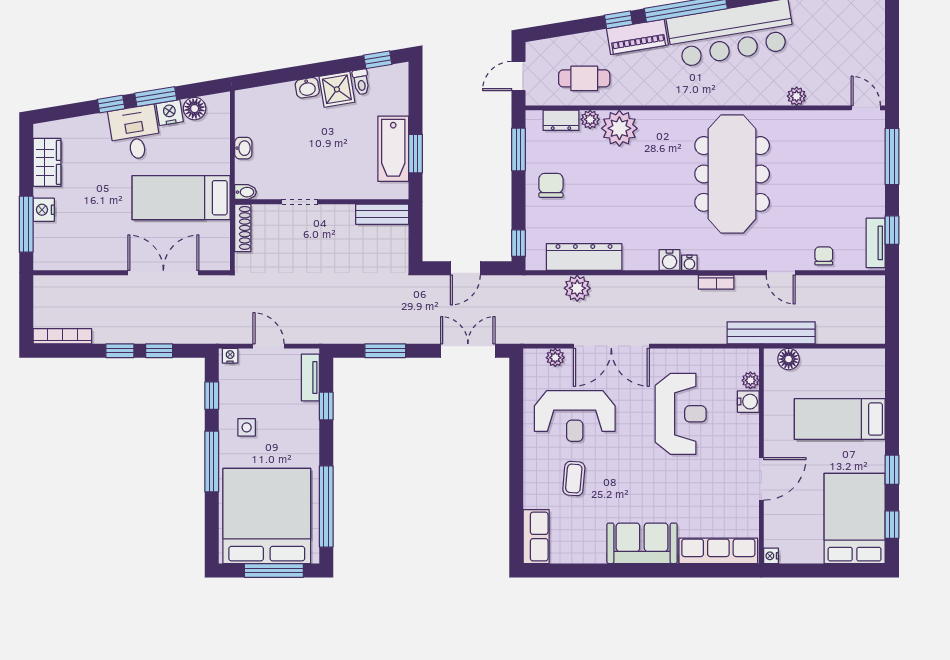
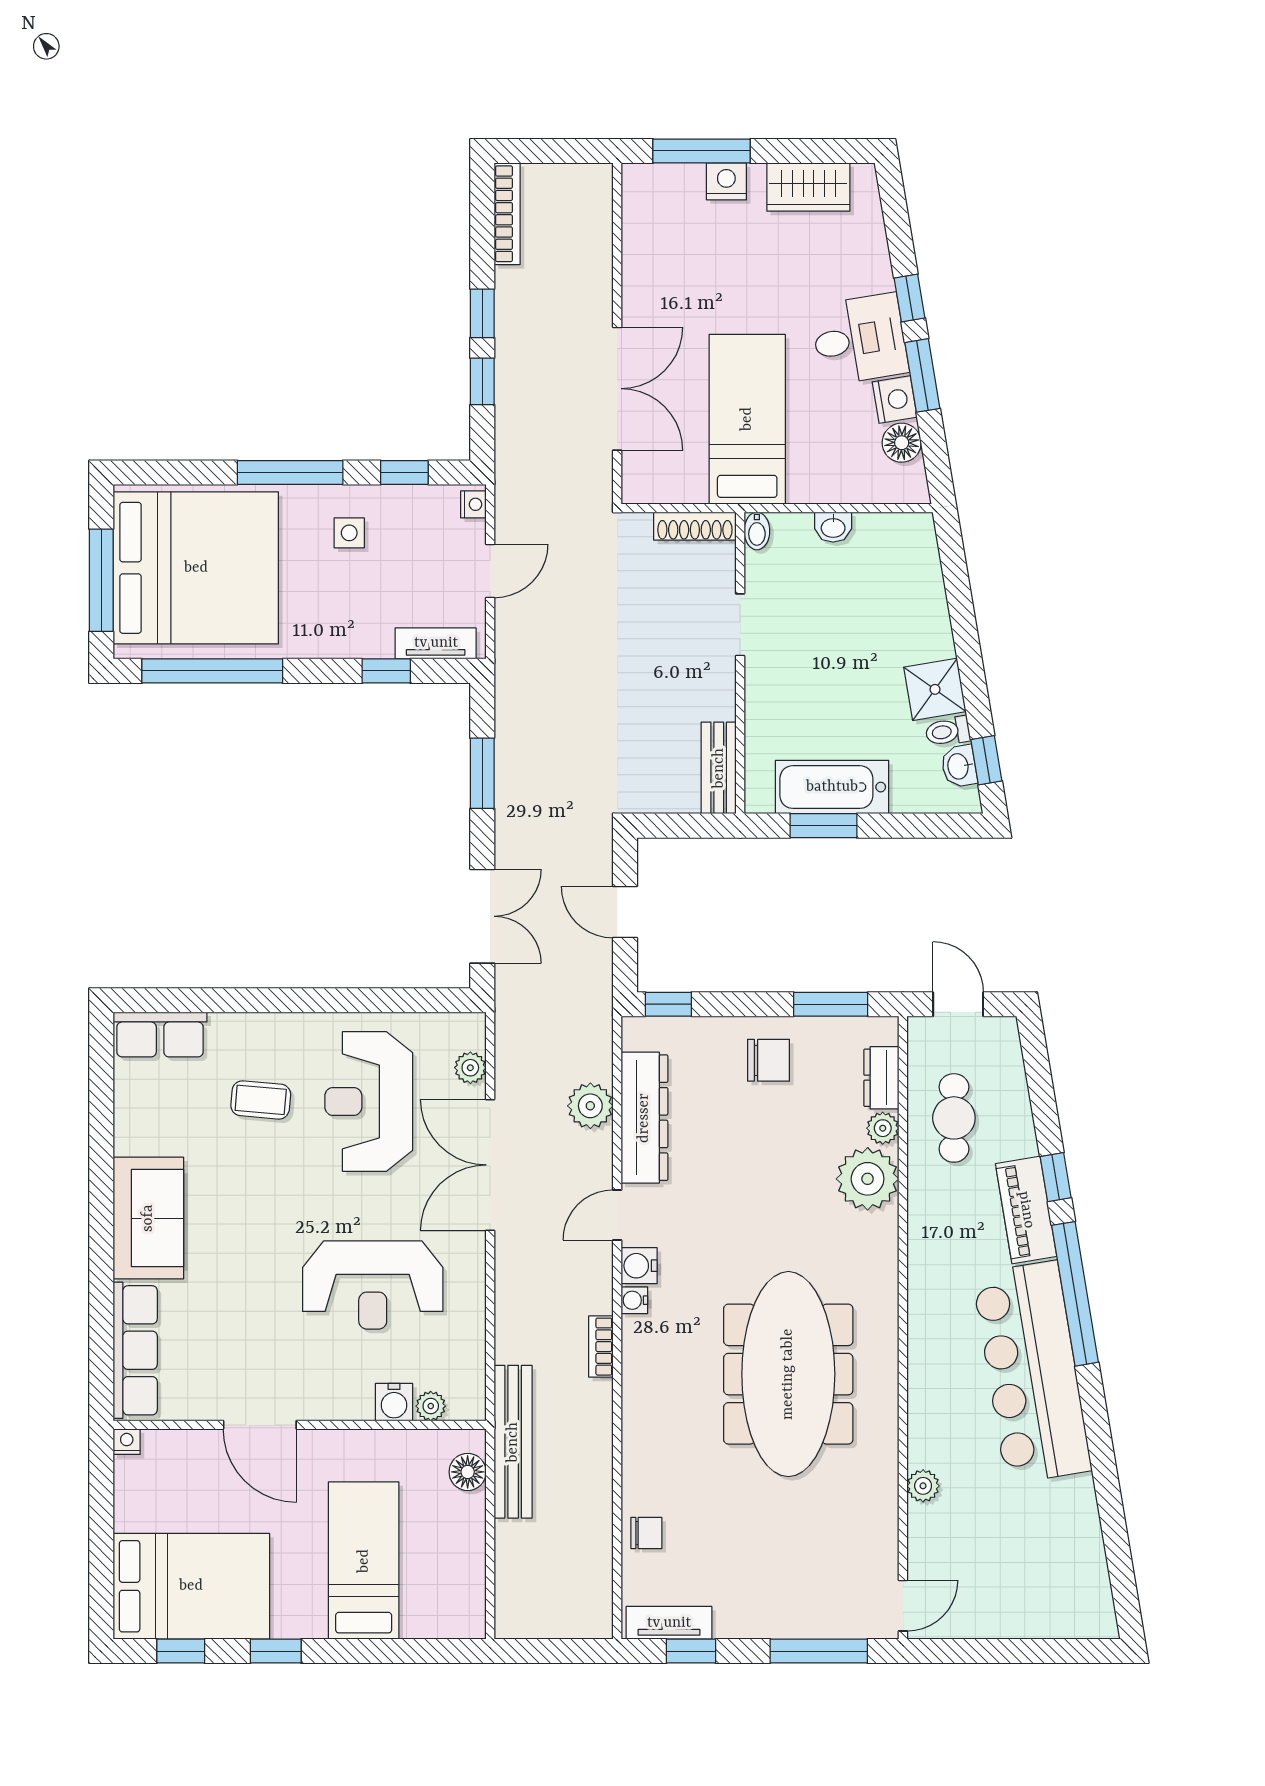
washbasin: (307, 88) -> (959, 766), moved
meeting table: (732, 174) -> (788, 1374), turned 90
door: (781, 273) -> (617, 1215), moved

